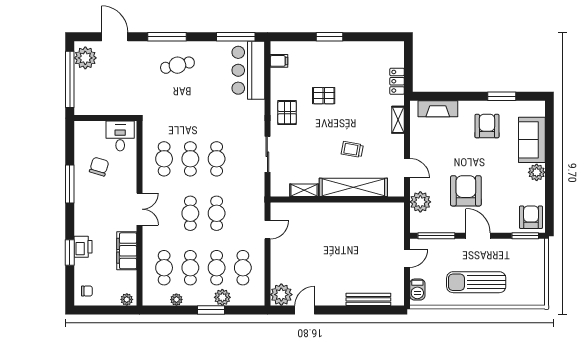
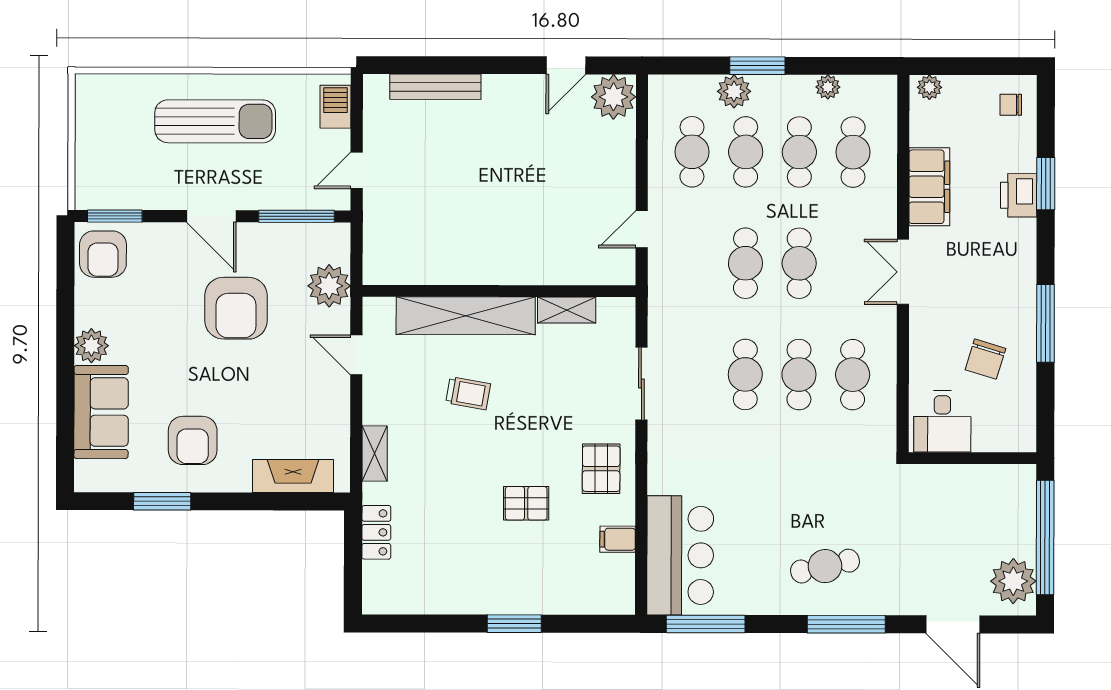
filing cabinet: (279, 61) -> (618, 539), moved

